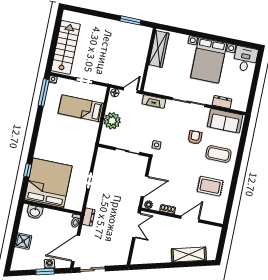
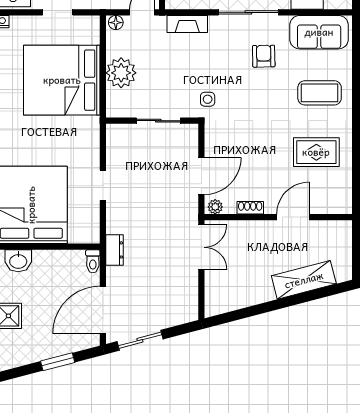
bed: (81, 108) -> (62, 80), width x2.04
armchair: (195, 137) -> (264, 56), moved
washing machine: (50, 264) -> (63, 346), removed

